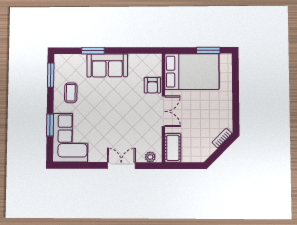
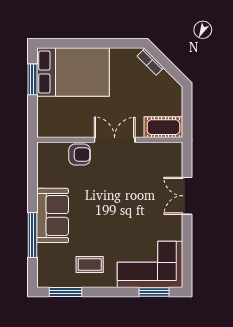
window: (93, 51) -> (32, 235), width x1.44
bed: (192, 72) -> (73, 72), moved, turned 90
window: (50, 125) -> (154, 292), moved
plant: (150, 157) -> (176, 157), removed

